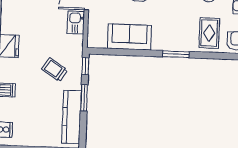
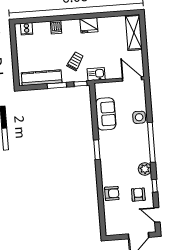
kitchen sink: (76, 22) -> (96, 74), moved
rug: (209, 33) -> (115, 173), removed

